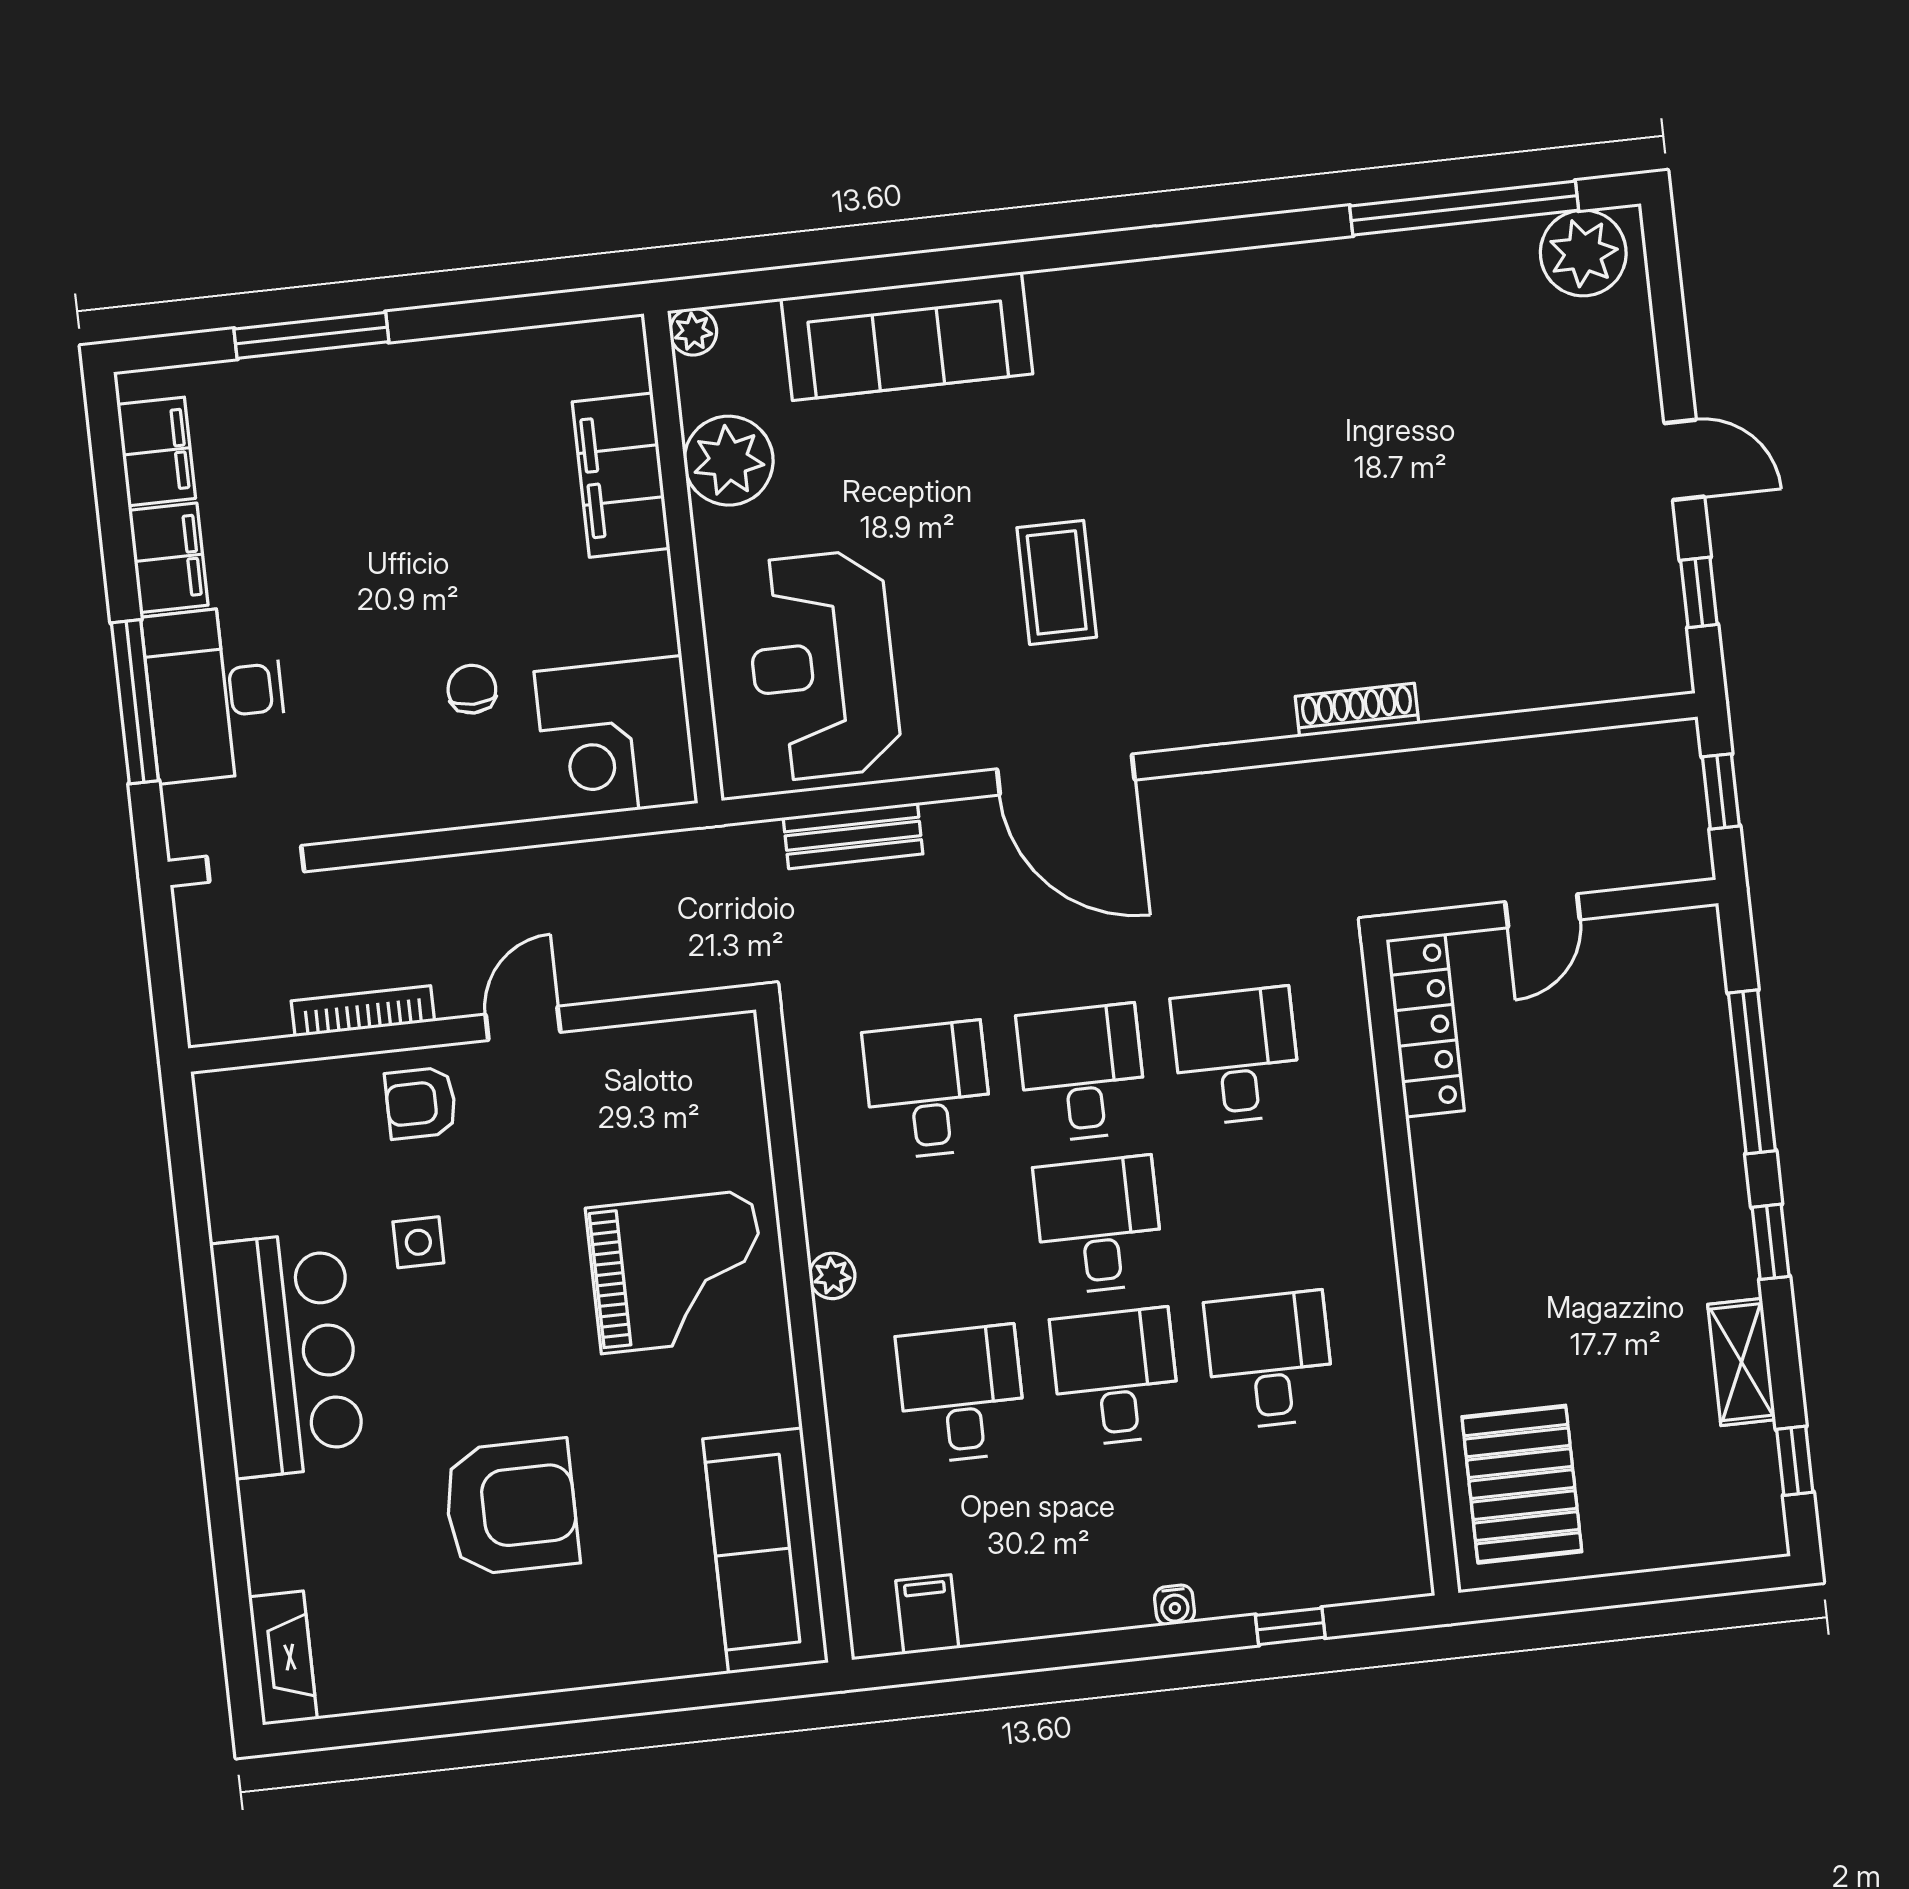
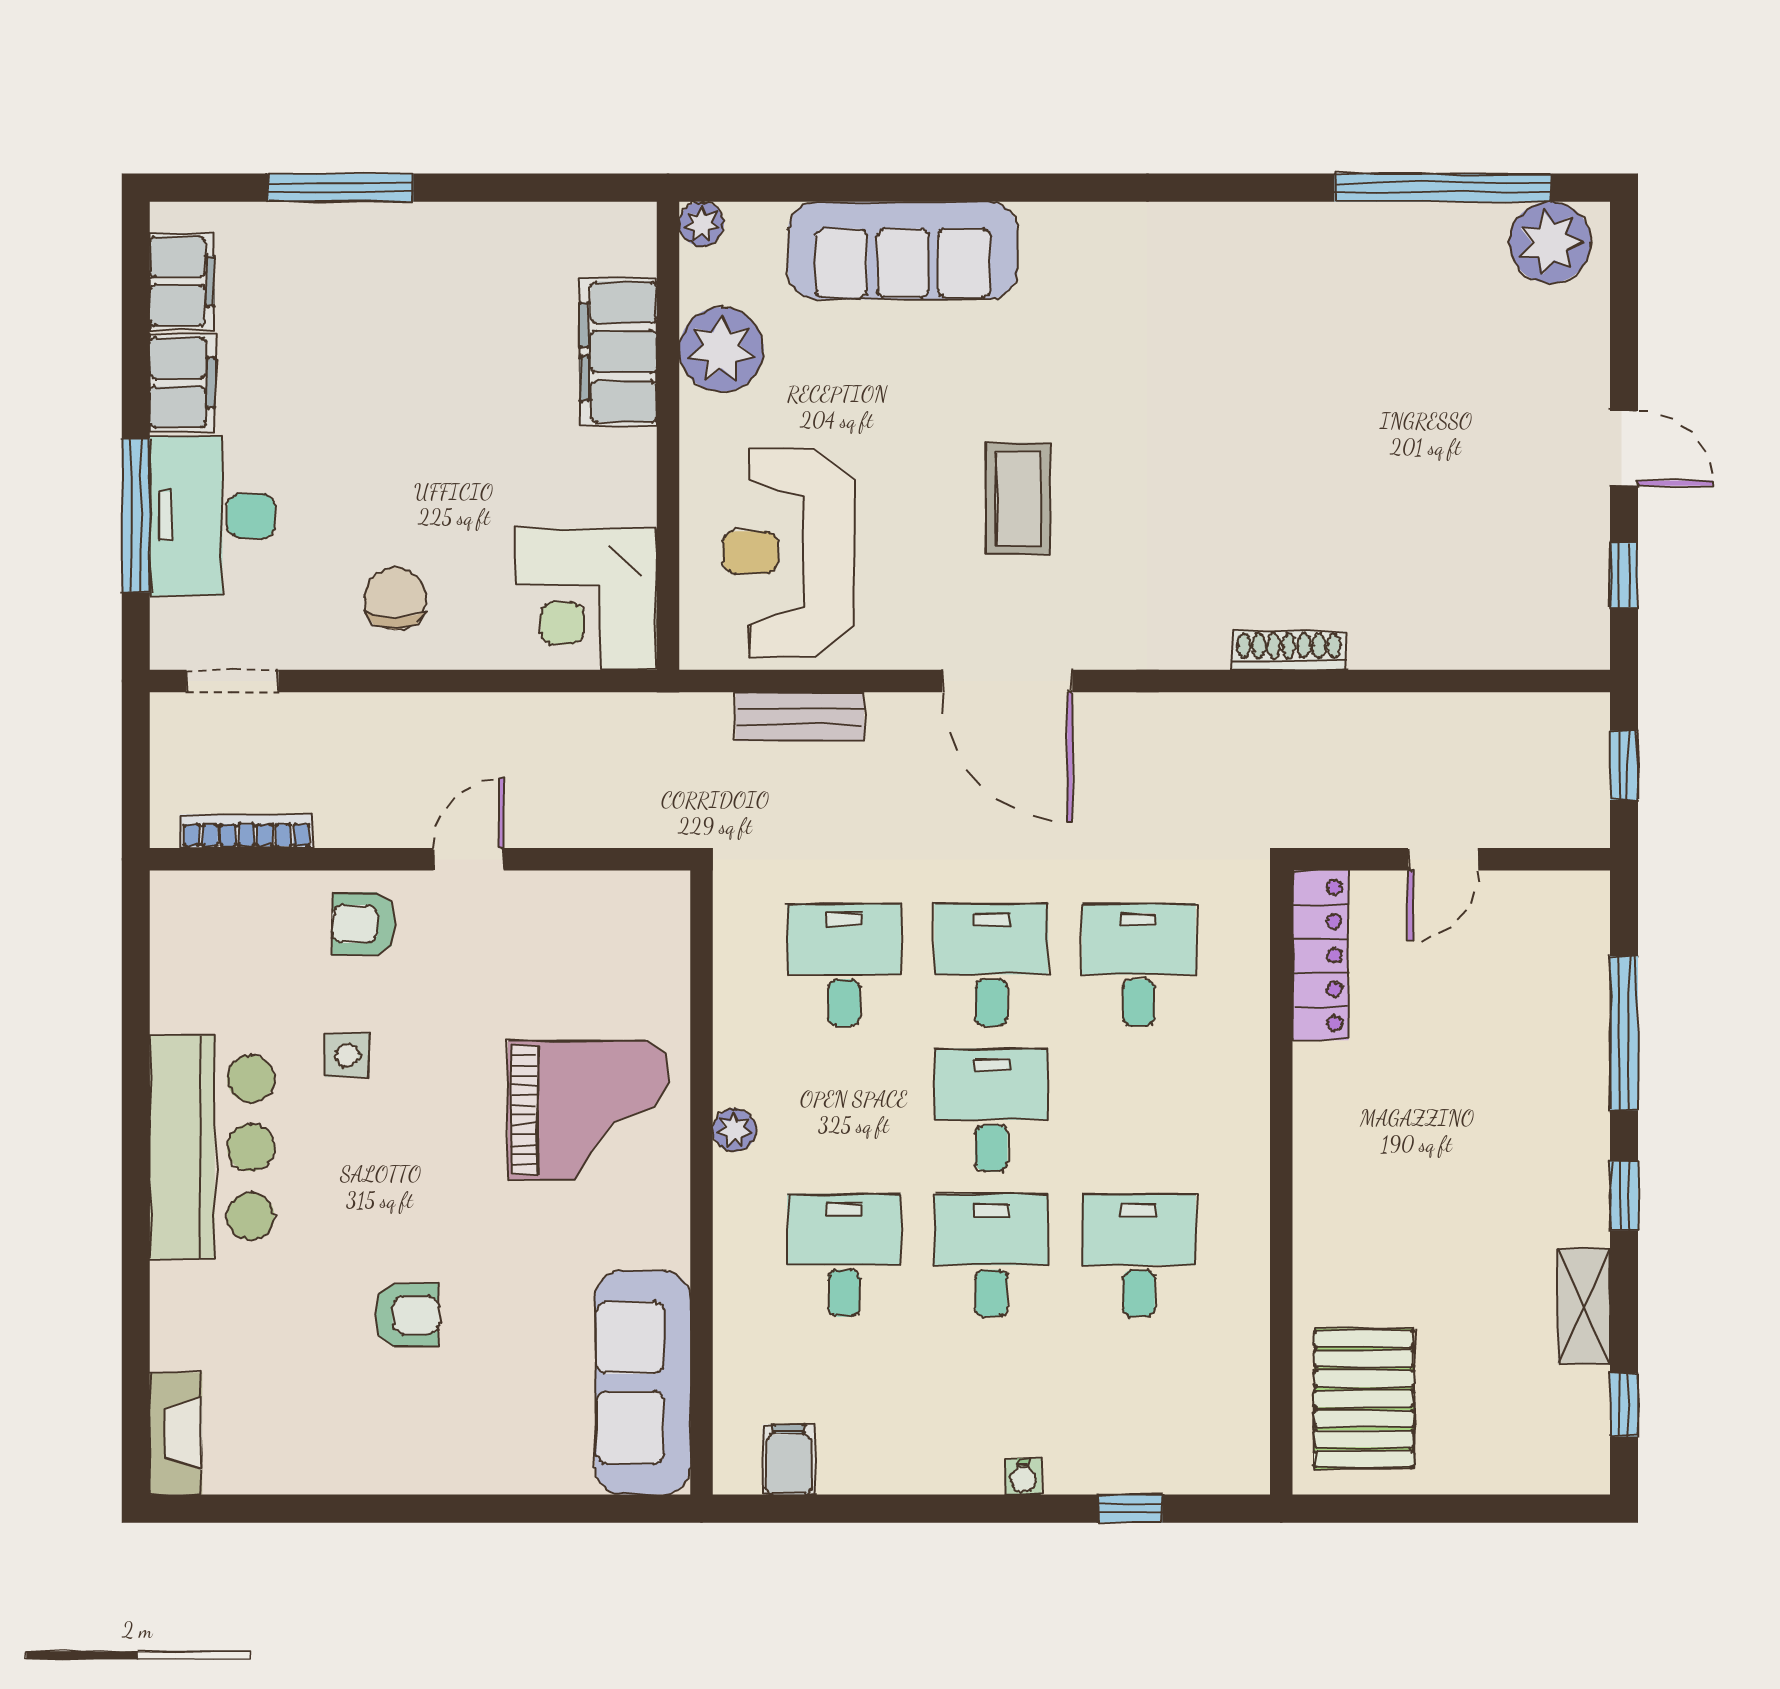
chair: (472, 689) -> (395, 599), moved, width x1.37, depth x1.37
bookcase: (363, 1011) -> (247, 831), moved
armchair: (511, 1507) -> (407, 1315), width x0.53, depth x0.53

